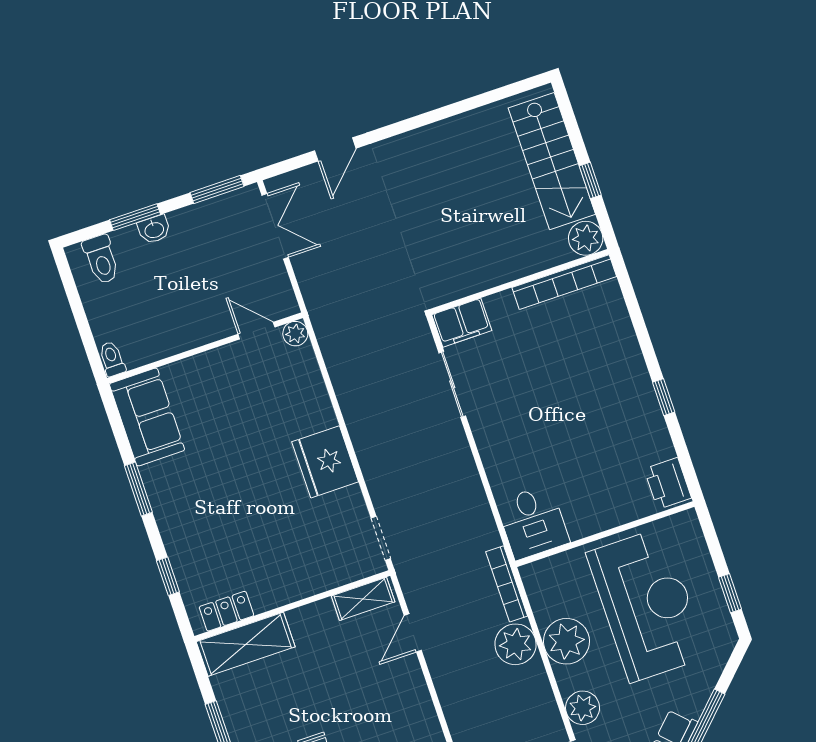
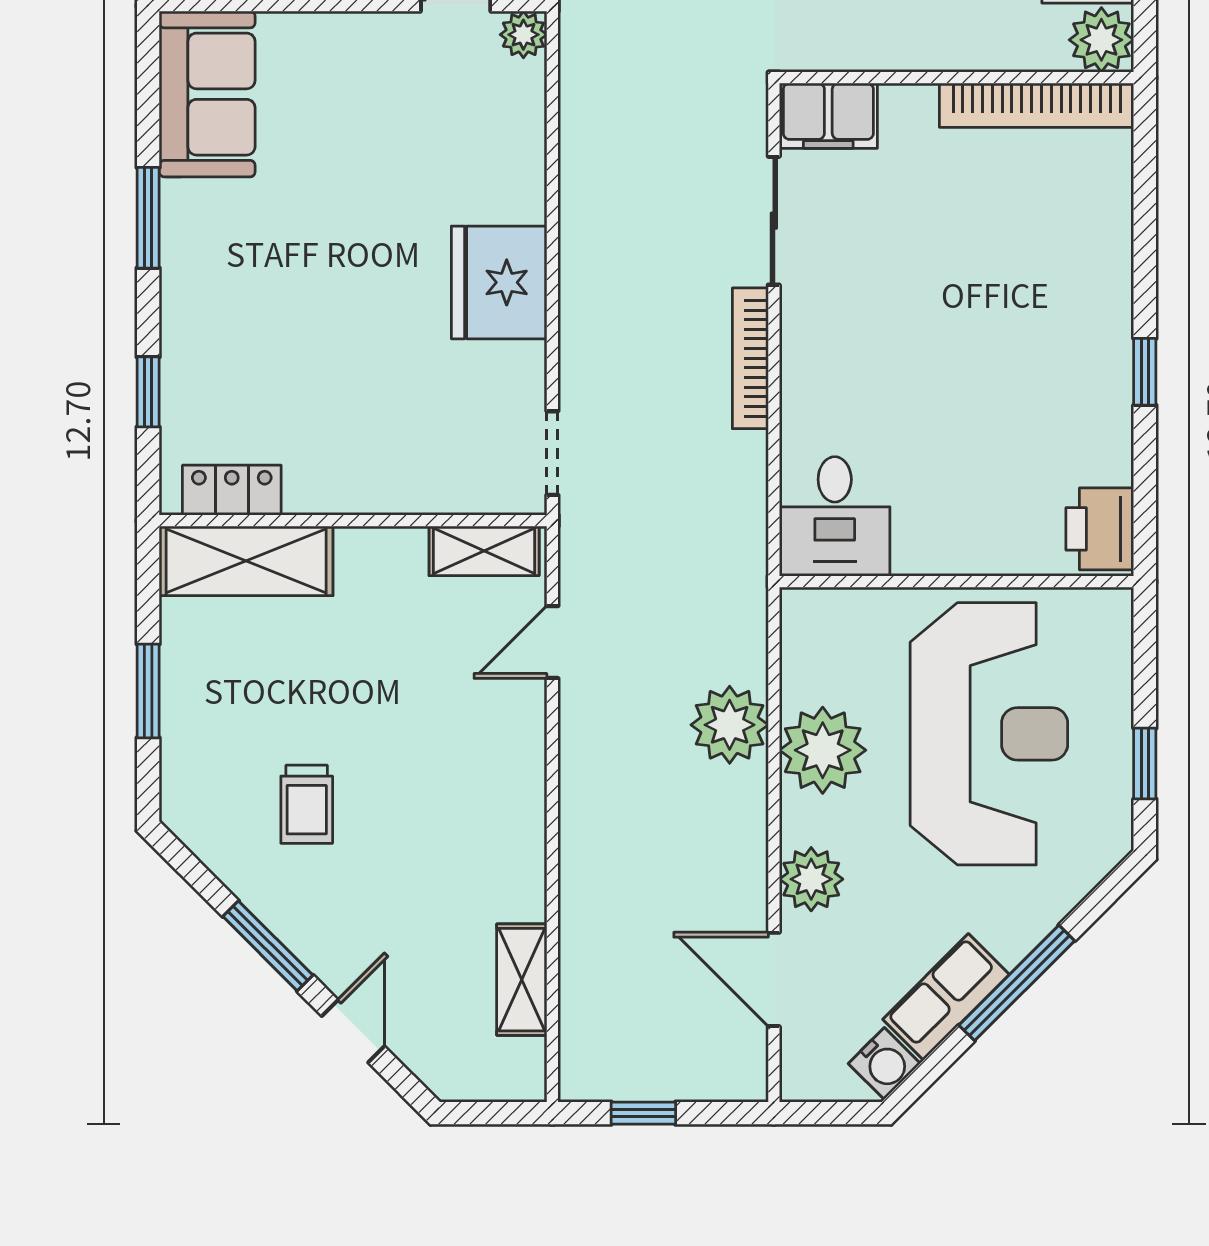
bookcase: (507, 584) -> (750, 358), moved

